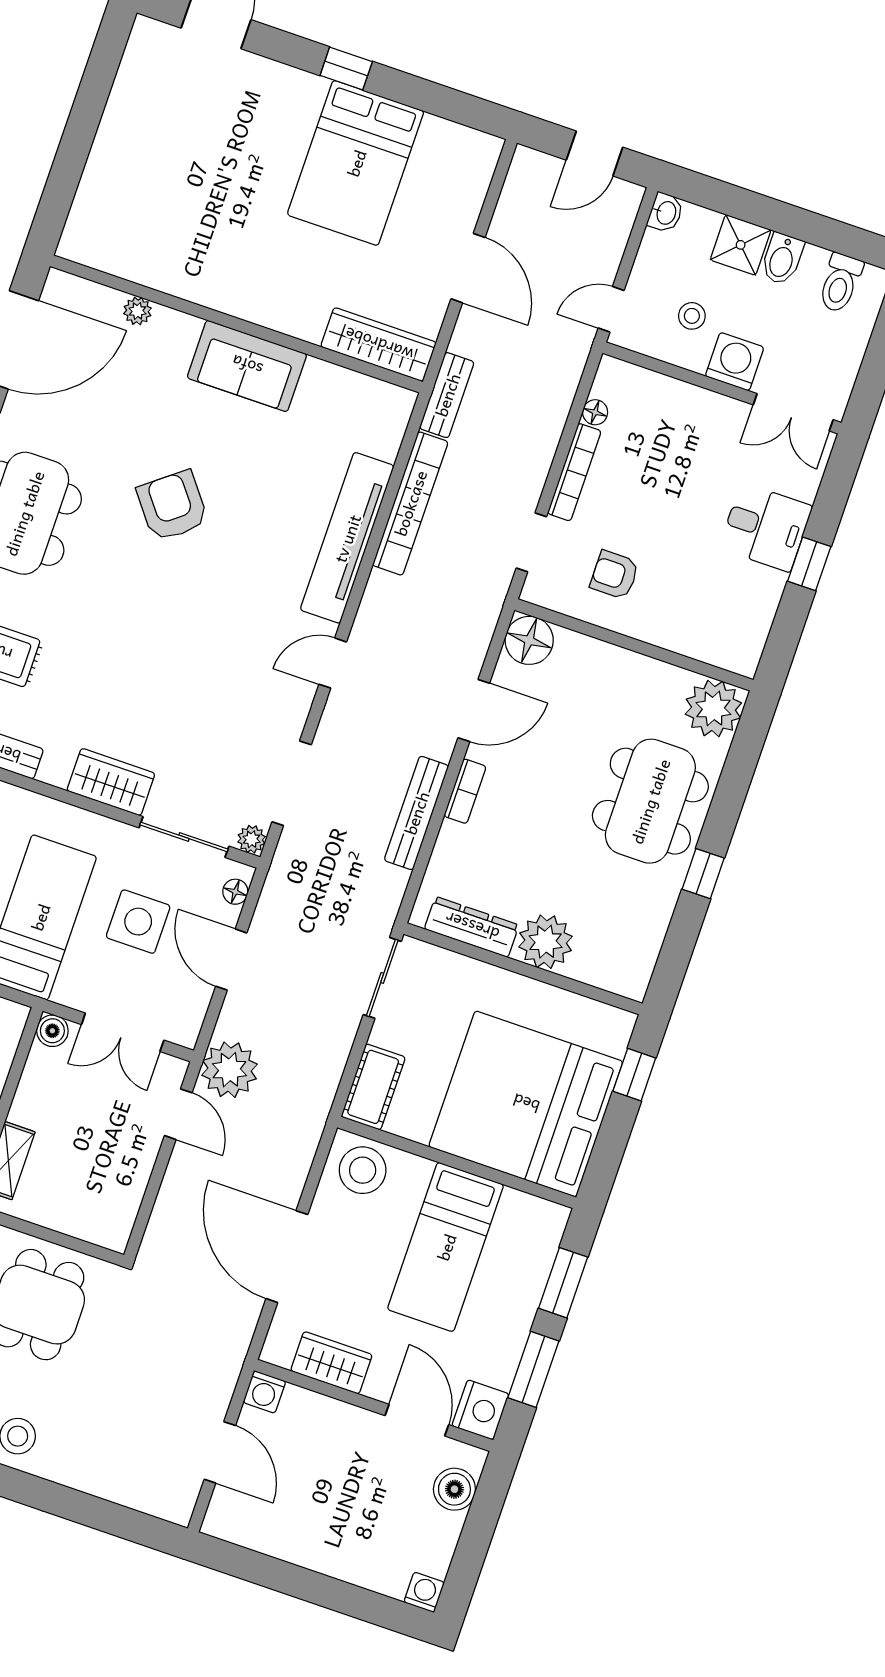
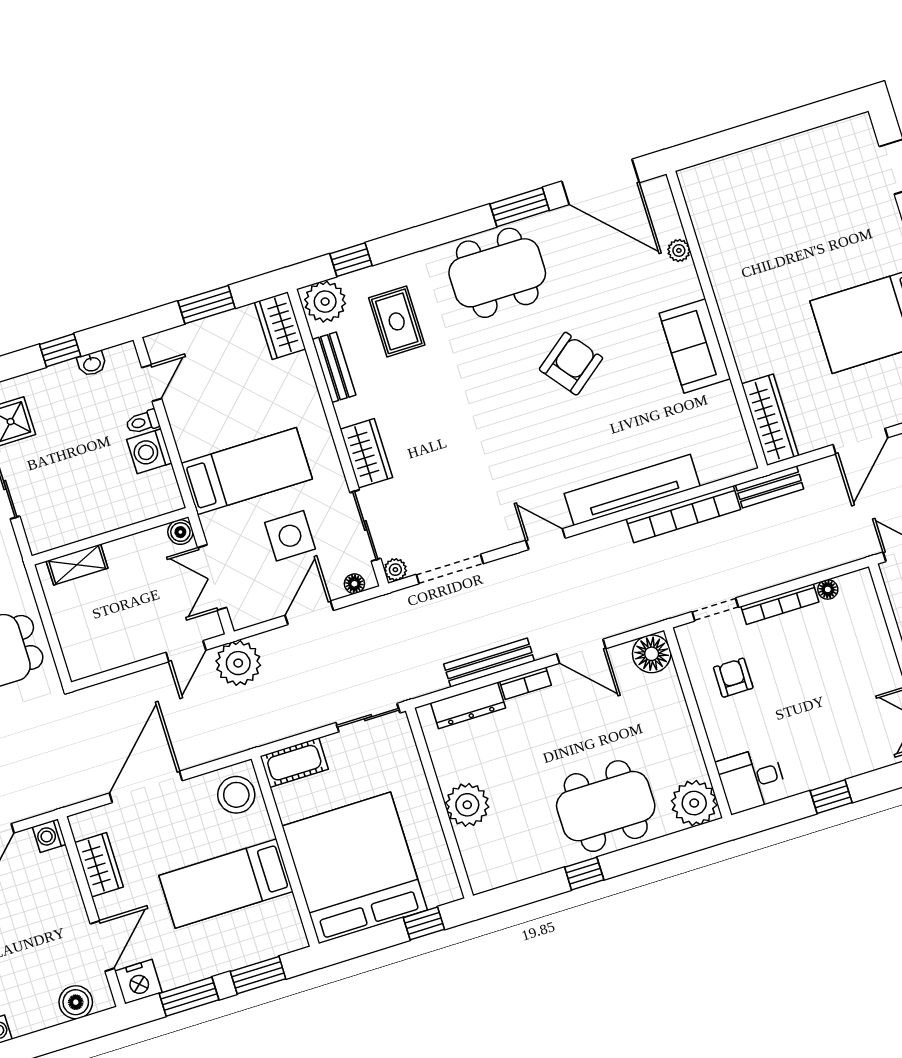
desk: (766, 527) -> (752, 780), moved, turned 90
dresser: (472, 927) -> (468, 705), moved, turned 90

